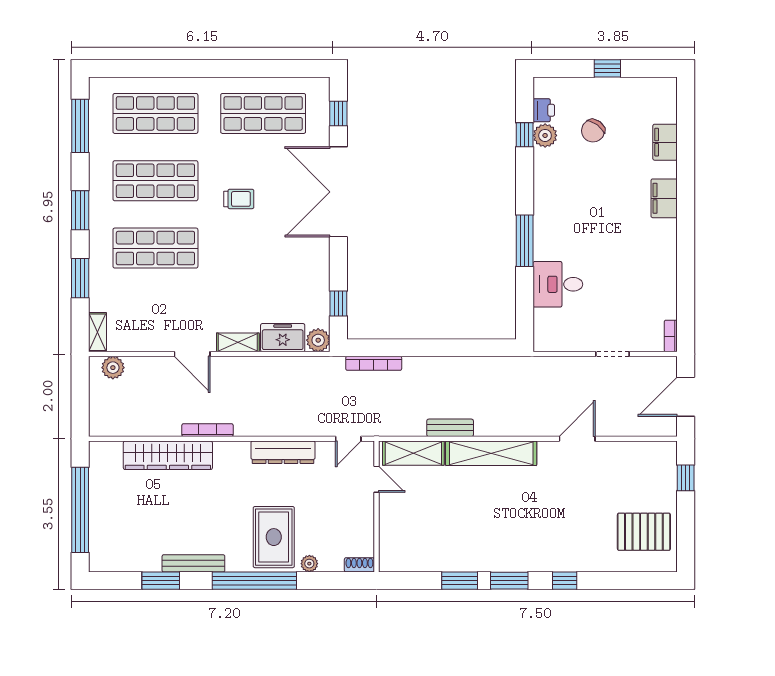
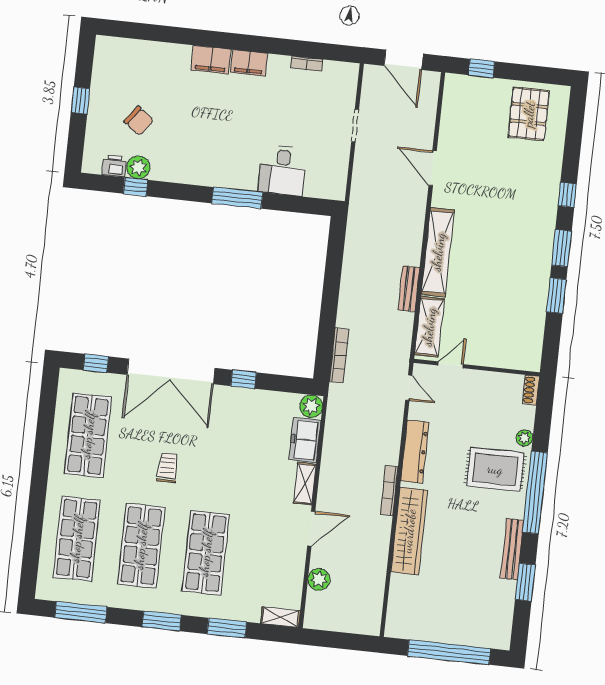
filing cabinet: (665, 142) -> (249, 63), moved
window: (338, 303) -> (243, 379), moved
bookcase: (671, 336) -> (306, 64), moved
plant: (113, 368) -> (319, 579), moved
bookcase: (208, 430) -> (389, 491), moved
wardrobe: (168, 455) -> (409, 531), moved

